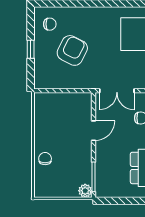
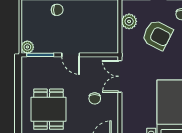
plant: (58, 81) -> (129, 21), added
door: (94, 131) -> (71, 55), moved

